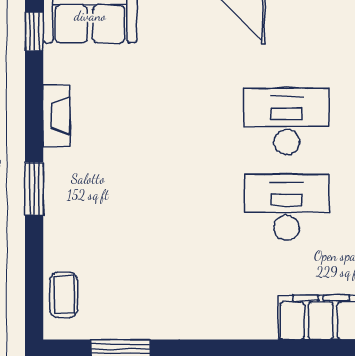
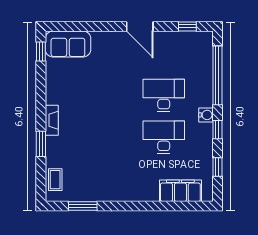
fireplace: (57, 116) -> (52, 120), moved
window: (34, 189) -> (41, 144), moved

